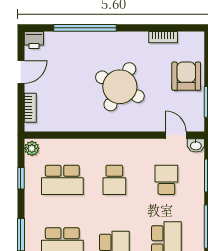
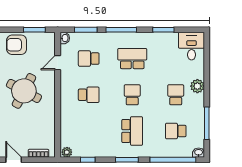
door: (176, 135) -> (58, 63), moved
school desk: (62, 180) -> (89, 131), removed

